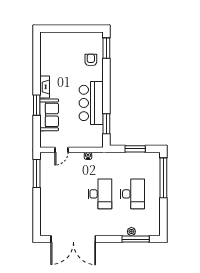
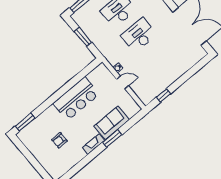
armchair: (91, 60) -> (59, 140), moved
window: (106, 124) -> (82, 74), removed
door: (61, 150) -> (122, 82), moved
window: (37, 173) -> (164, 95), width x0.46

